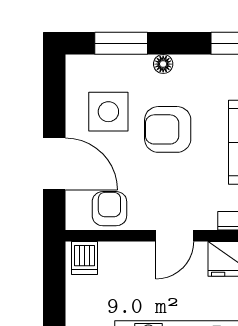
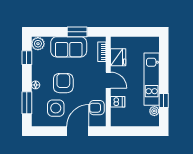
armchair: (168, 129) -> (63, 83), turned 180
dishwasher: (84, 258) -> (118, 102), moved

